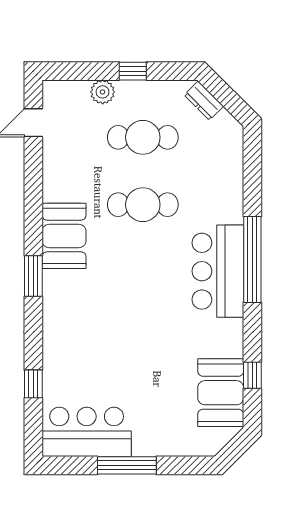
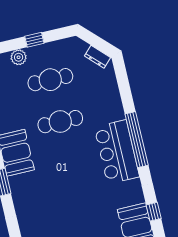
dresser: (204, 101) -> (98, 57), moved

